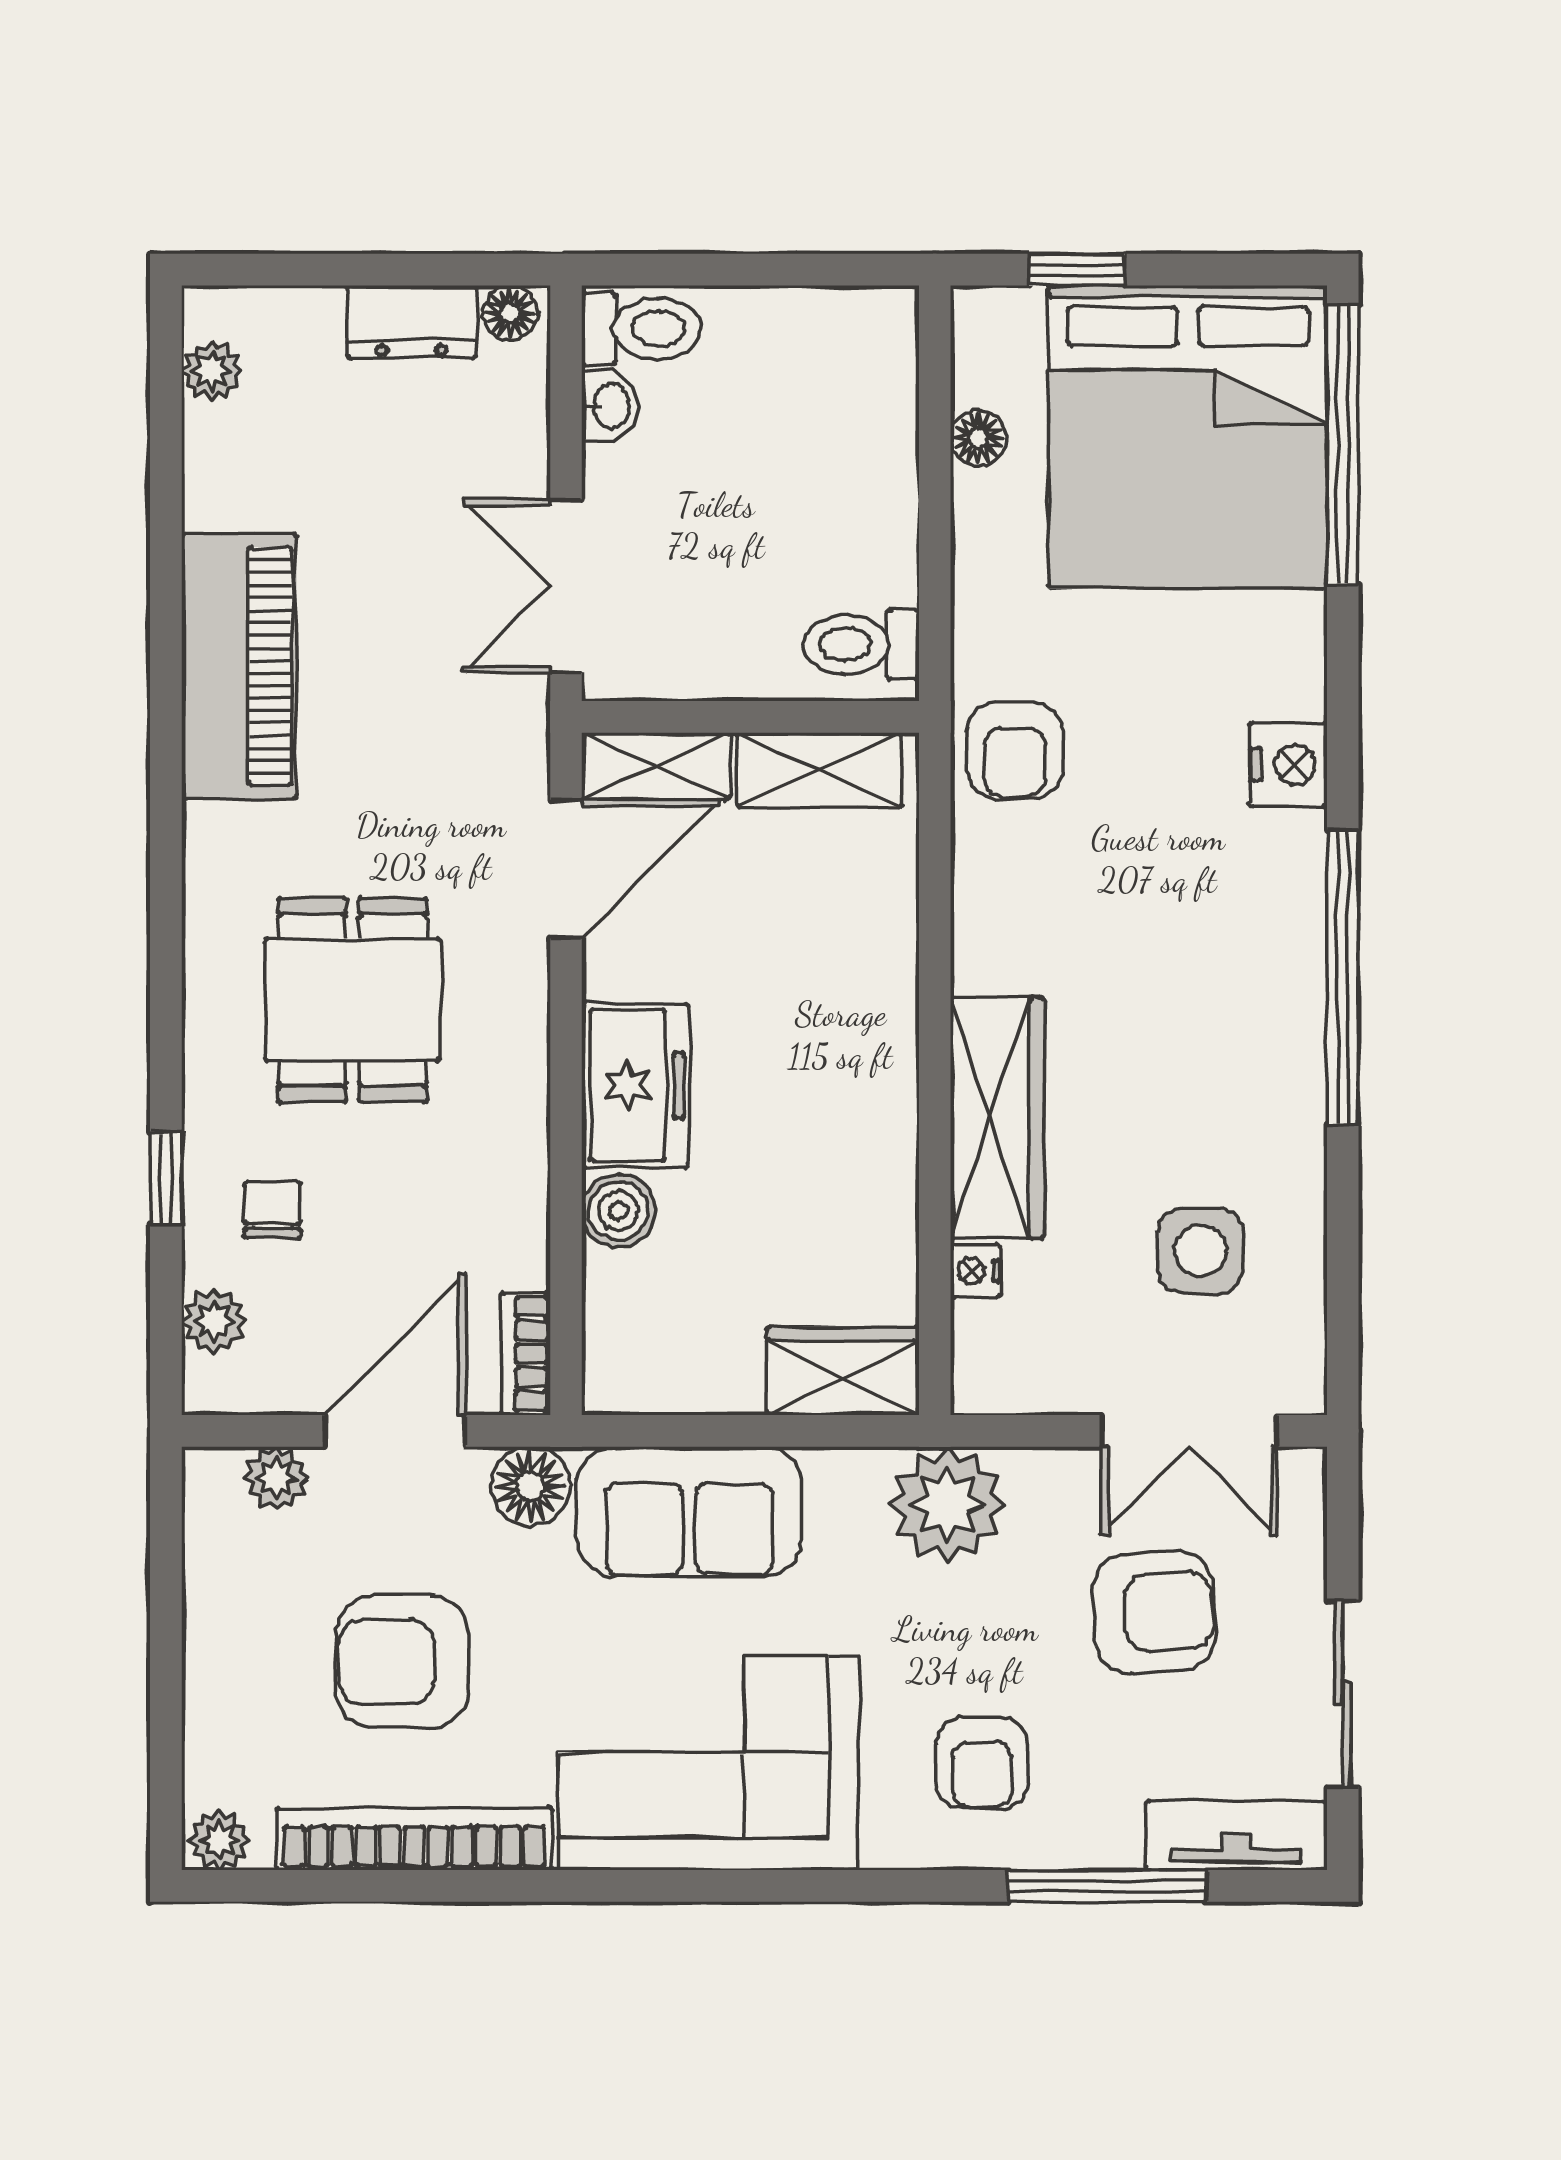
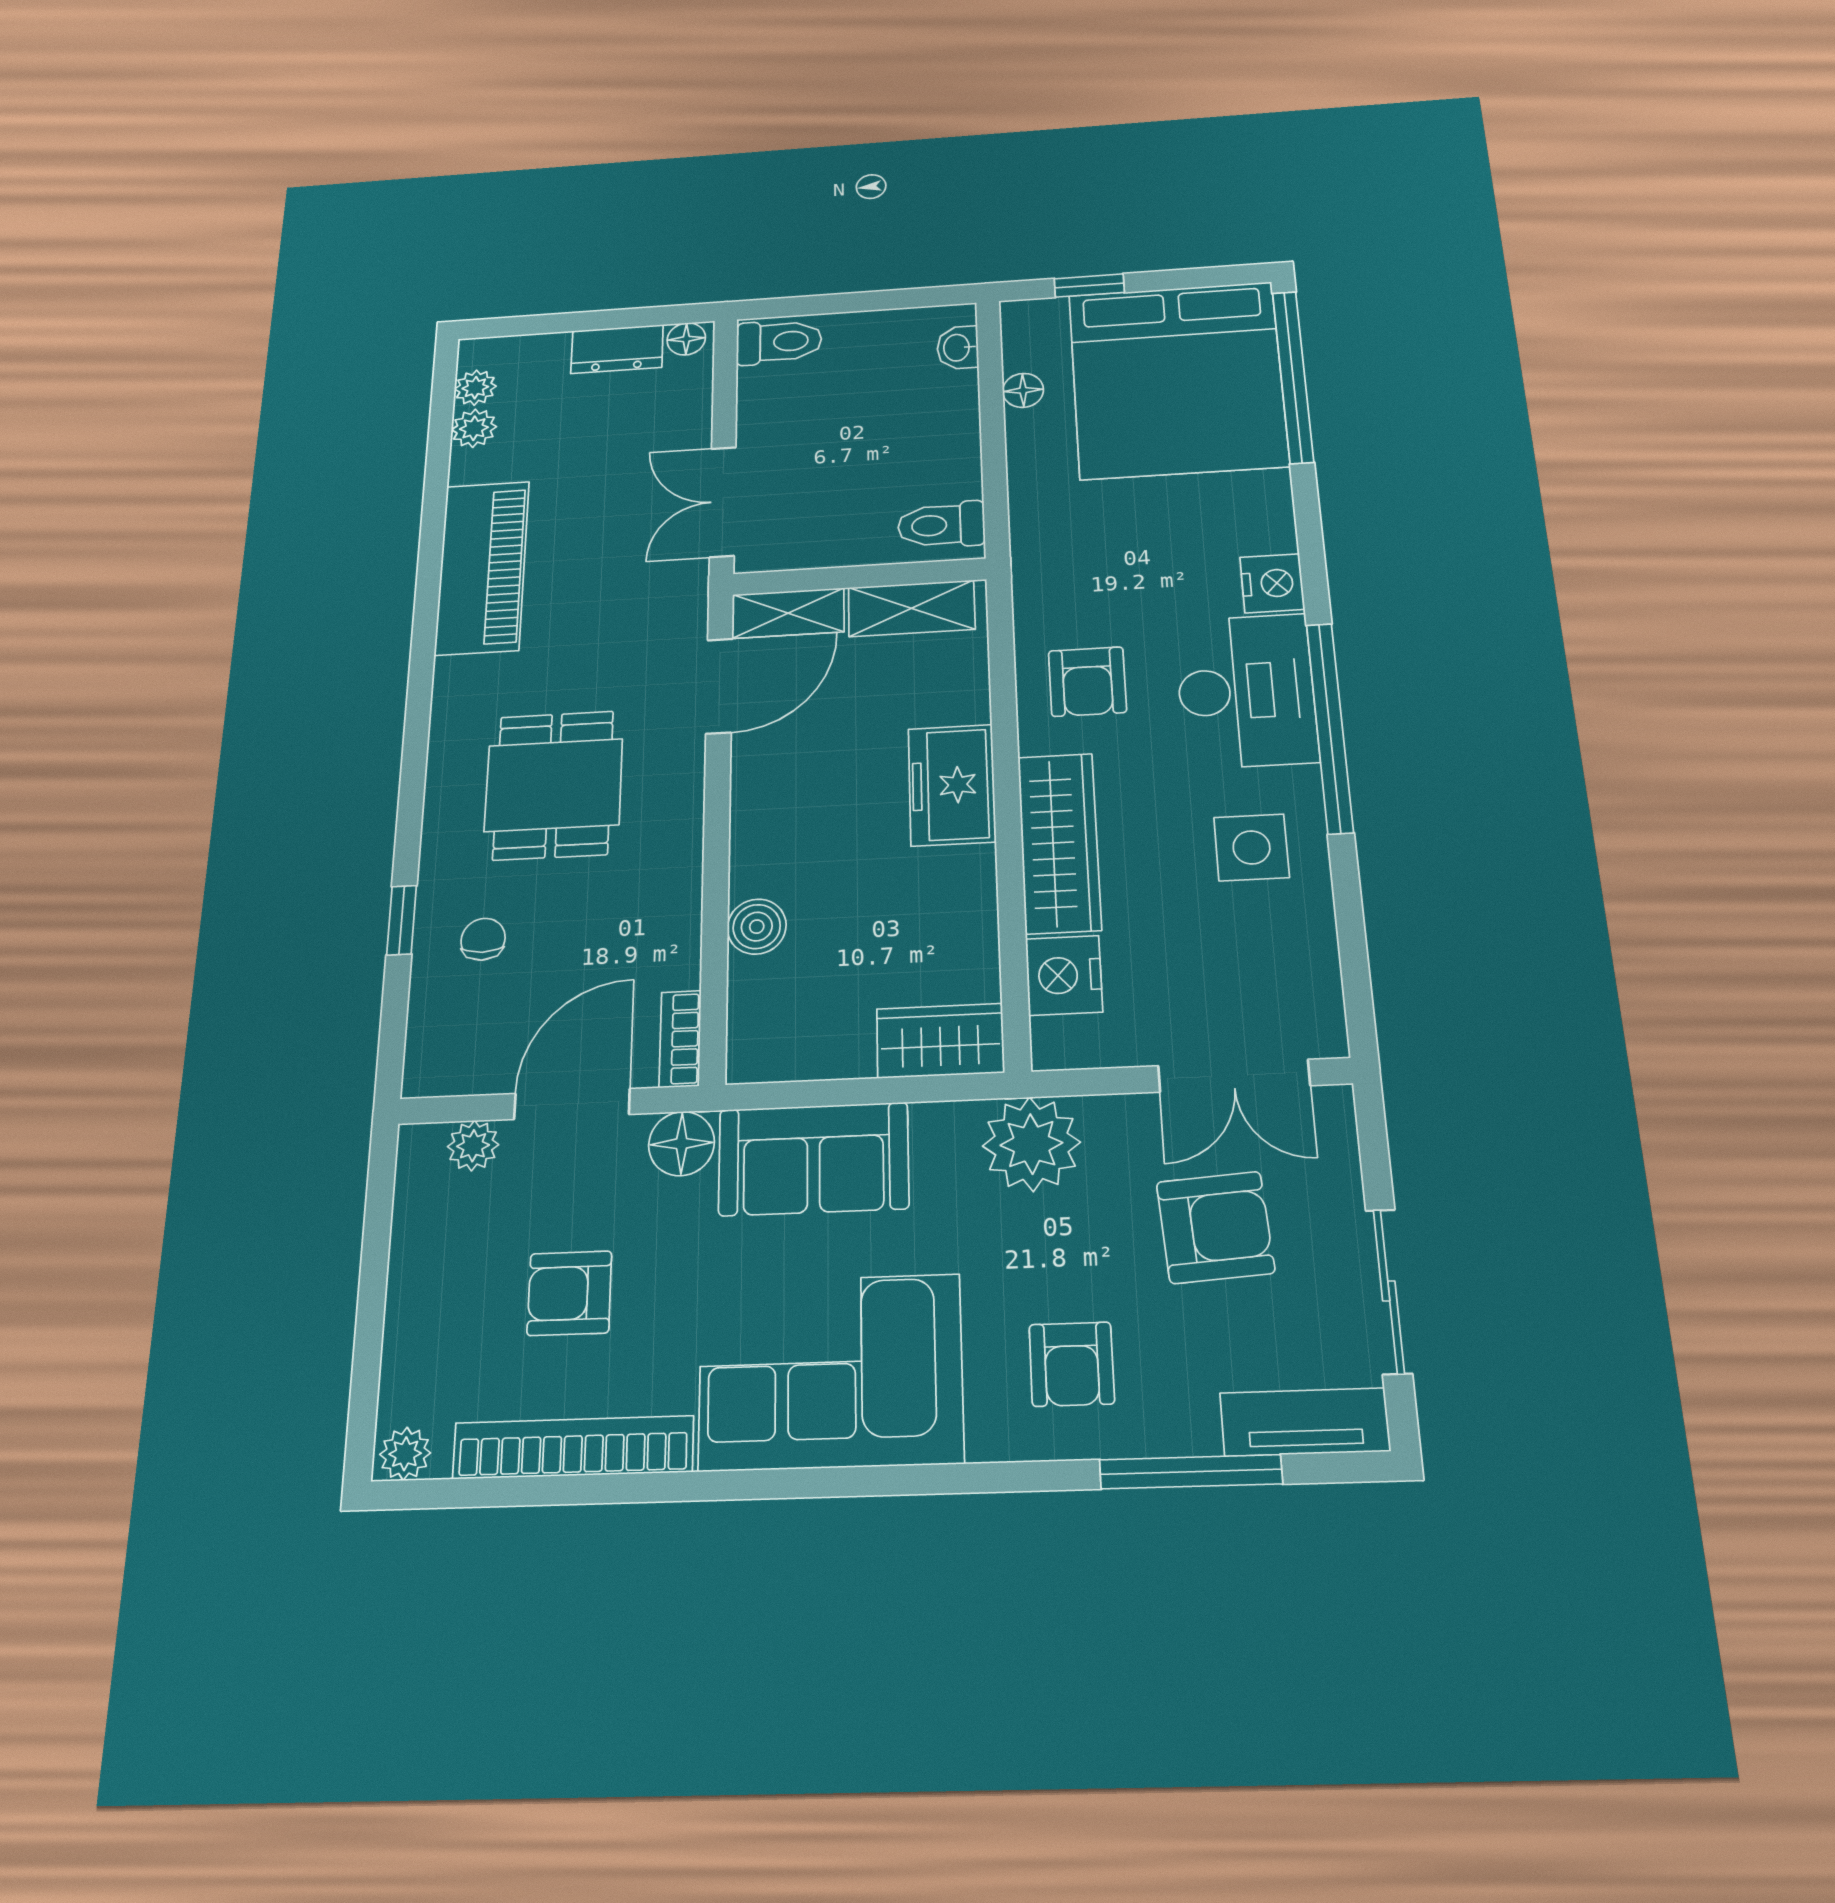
washbasin: (610, 406) -> (958, 348), moved, turned 180
armchair: (1015, 750) -> (1087, 682), moved
desk: (1243, 920) -> (1246, 691), added
freezer: (635, 1085) -> (952, 785), moved, turned 180
side table: (1200, 1251) -> (1251, 847), moved
nightstand: (975, 1271) -> (1064, 975), width x1.89, depth x1.79
plant: (214, 1321) -> (474, 428), moved
armchair: (402, 1662) -> (569, 1293), width x0.72, depth x0.72

